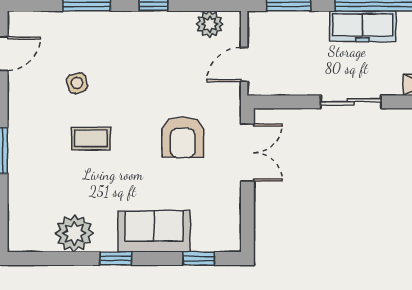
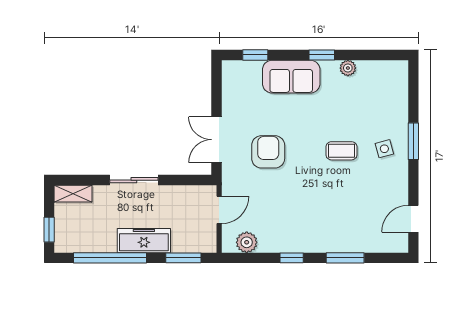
freezer: (363, 26) -> (144, 241), moved
side table: (77, 83) -> (384, 149), moved
plant: (74, 233) -> (348, 68), width x0.53, depth x0.53

